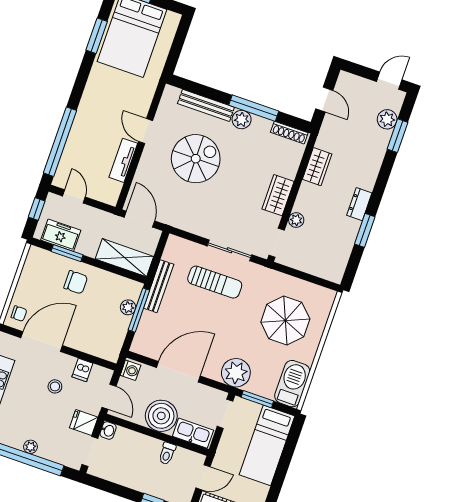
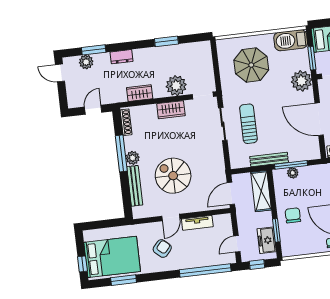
armchair: (113, 102) -> (162, 249), added
dresser: (359, 204) -> (122, 57), moved
plant: (296, 220) -> (176, 86), width x1.87, depth x1.87

